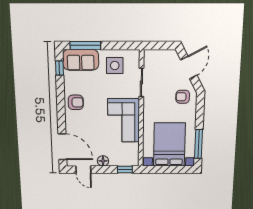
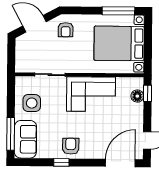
window: (59, 68) -> (61, 162), moved
floor lamp: (103, 161) -> (137, 96), moved

